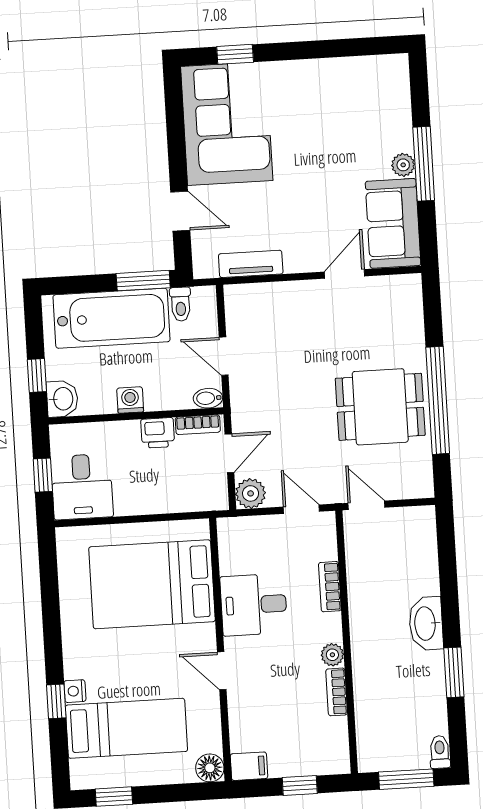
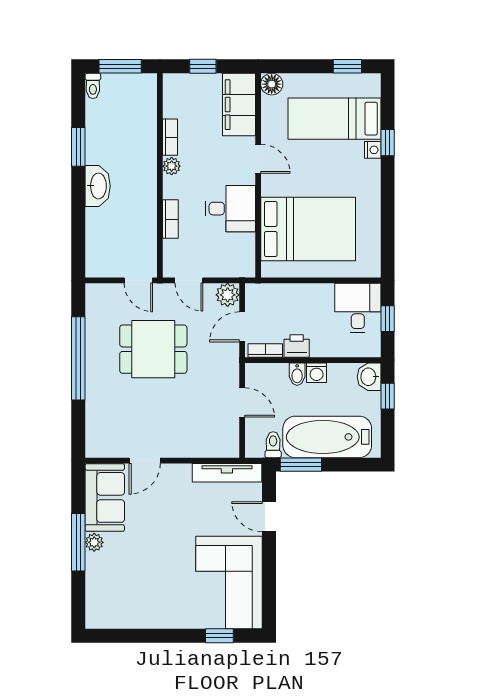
tv unit: (251, 264) -> (227, 473), width x1.41
bidet: (208, 398) -> (297, 374), moved, turned 90
dining table: (380, 407) -> (153, 349), moved
filing cabinet: (249, 766) -> (239, 105), width x3.00, depth x1.17

